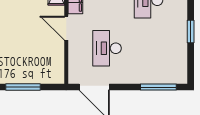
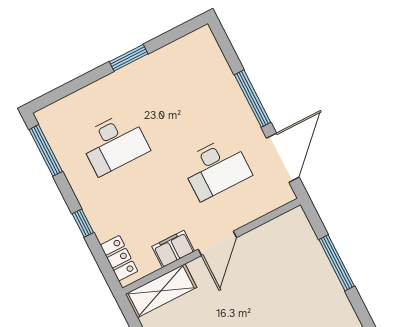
window: (158, 87) -> (253, 99), moved

